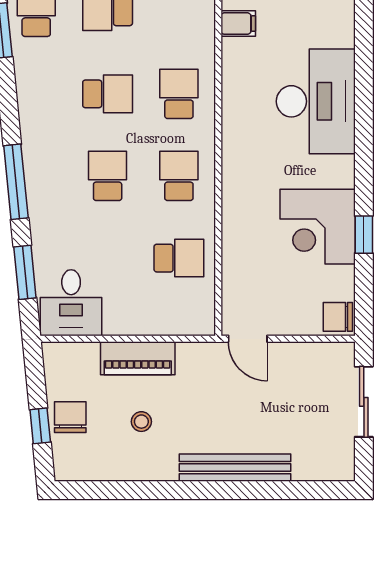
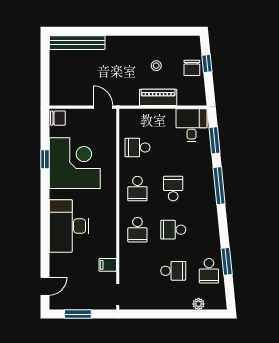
school desk: (108, 176) -> (173, 189), turned 180
corner desk: (318, 227) -> (75, 163), width x1.36, depth x1.36
sliding door: (364, 402) -> (45, 76), removed
bench: (235, 468) -> (77, 43), moved

